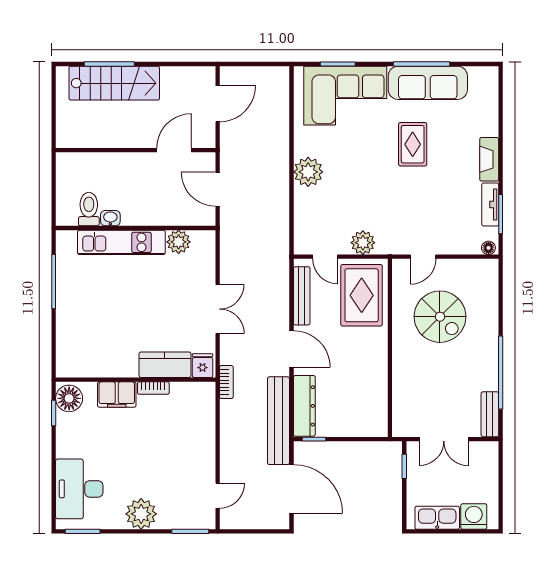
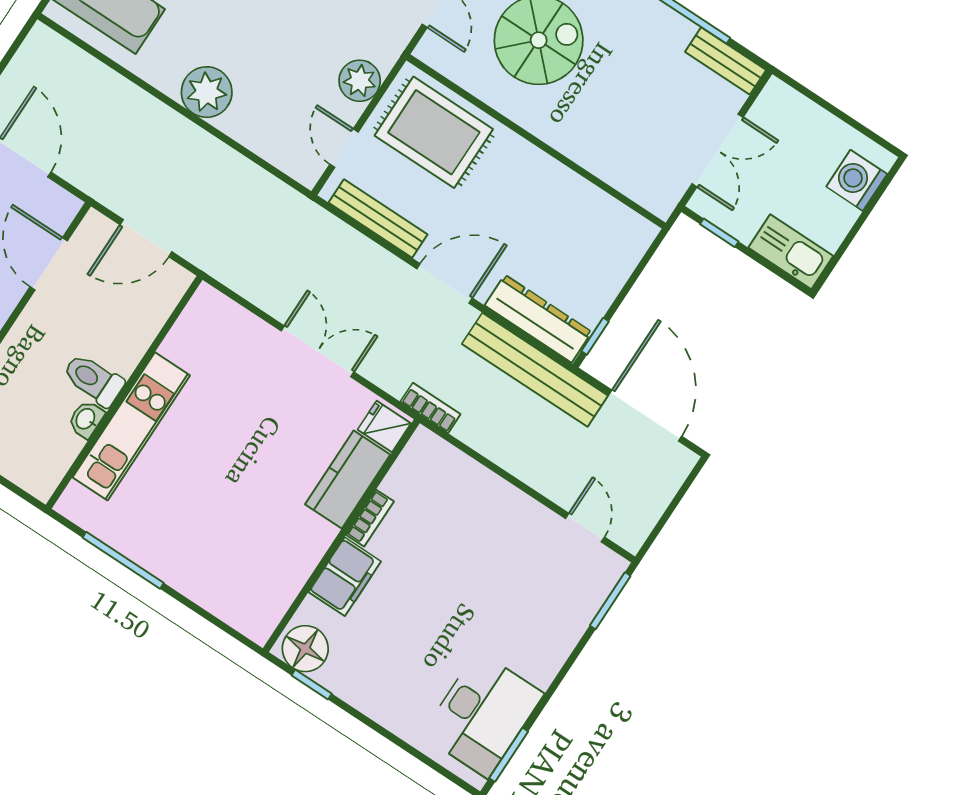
toilet: (89, 209) -> (93, 380), moved
plant: (179, 242) -> (184, 344), removed
door: (325, 257) -> (344, 148), swing flipped
desk: (79, 489) -> (483, 714), moved, turned -90
door: (291, 489) -> (645, 416), hinge flipped
plant: (141, 514) -> (539, 655), removed
kitchen sink: (437, 518) -> (791, 252), moved, turned 90

